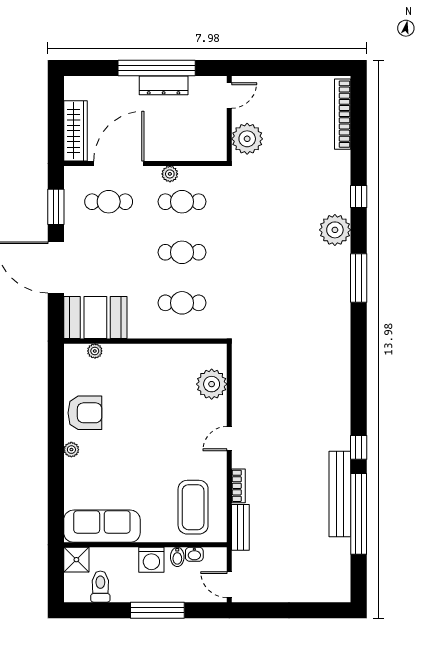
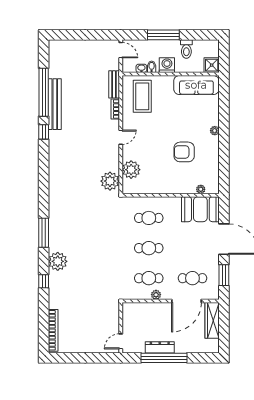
plant: (247, 139) -> (110, 181), moved
armchair: (85, 413) -> (184, 152), moved
toilet: (100, 587) -> (186, 49), moved

